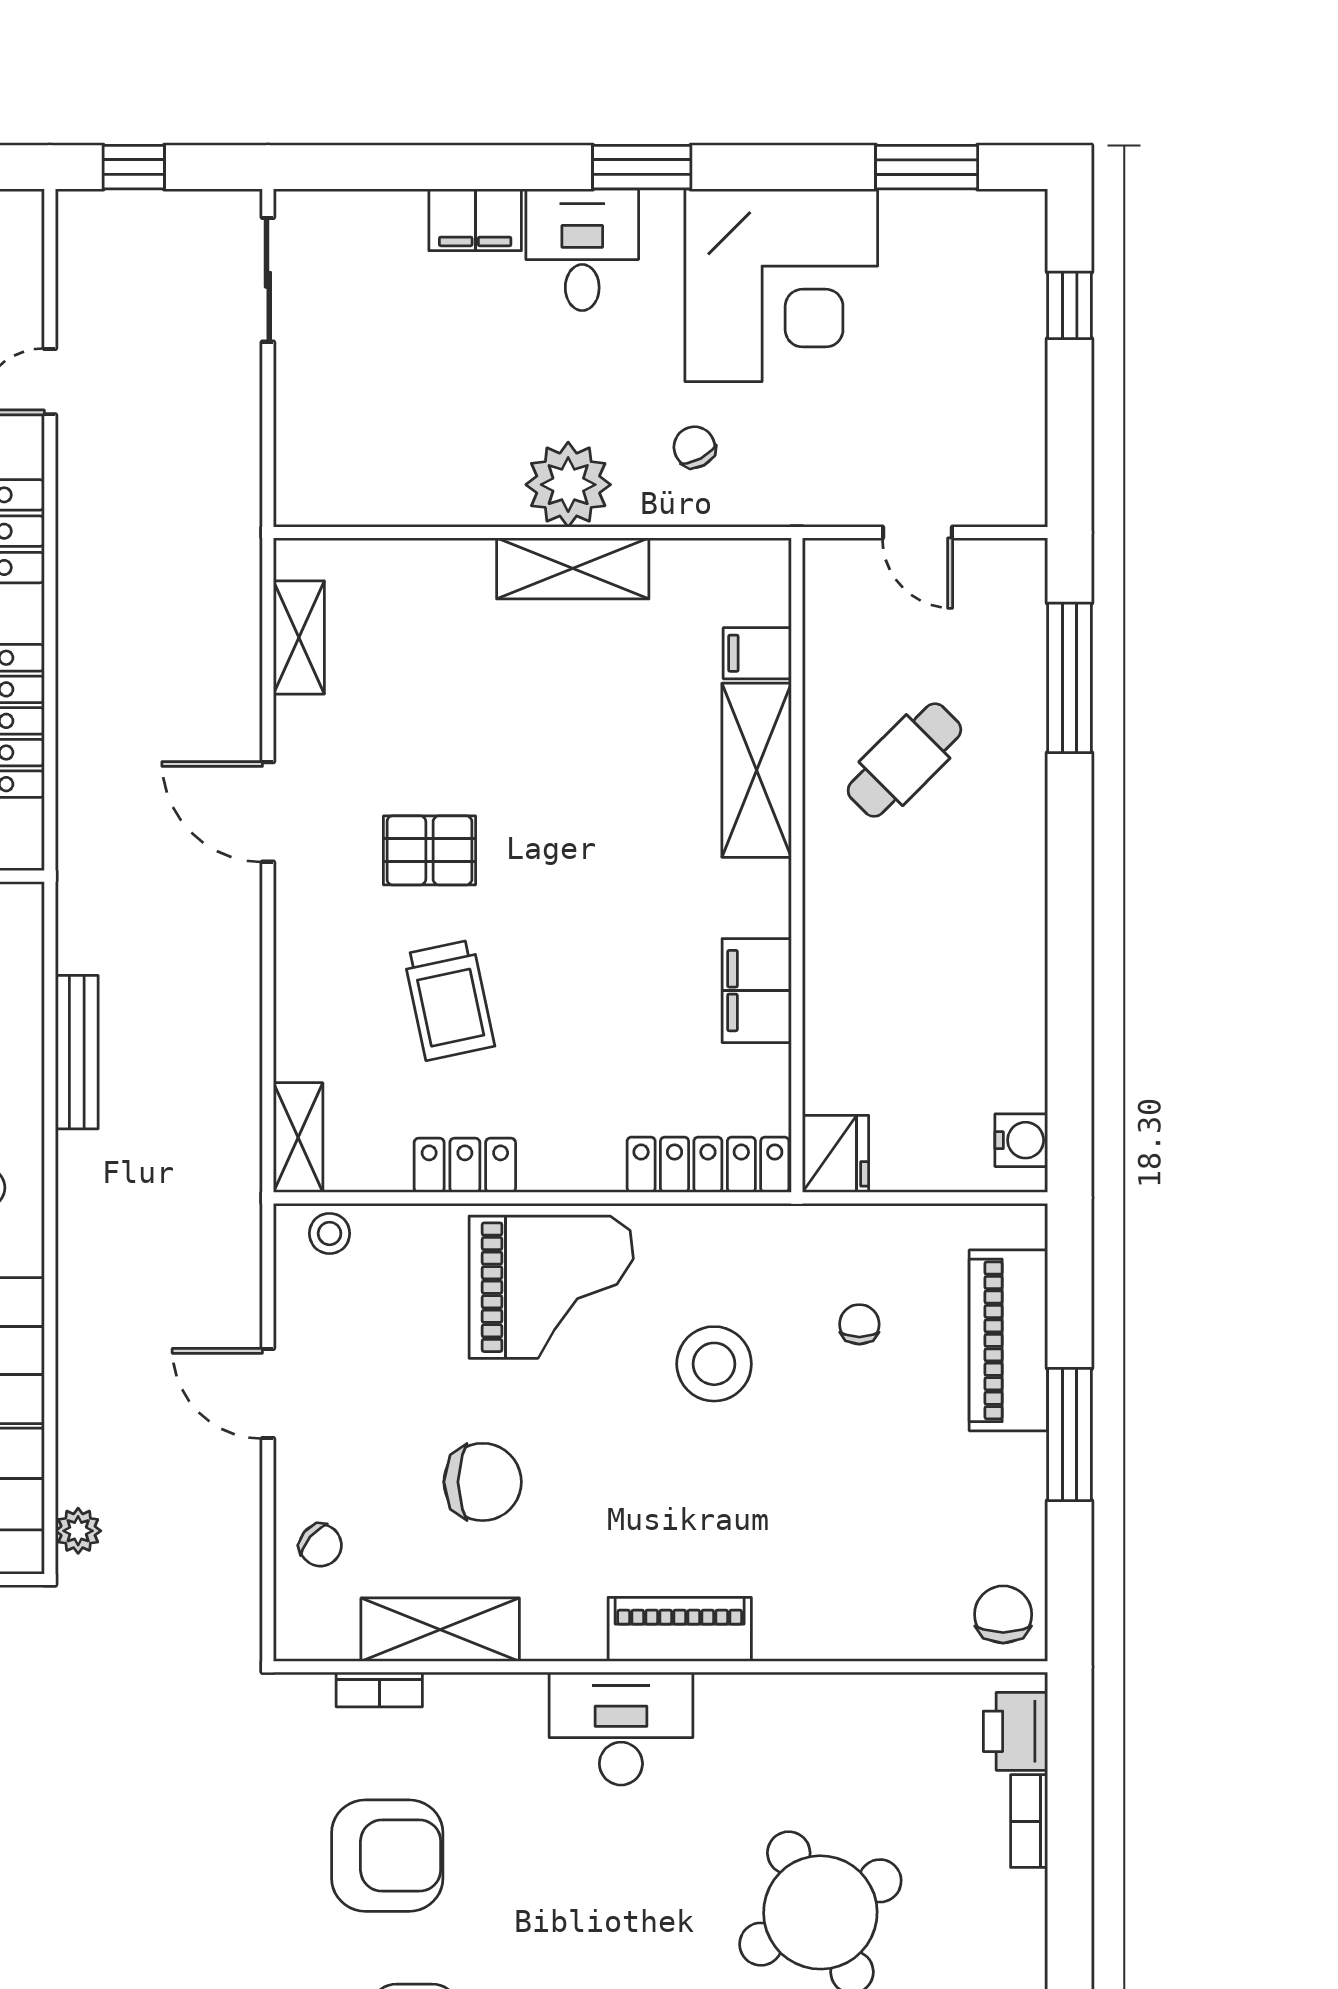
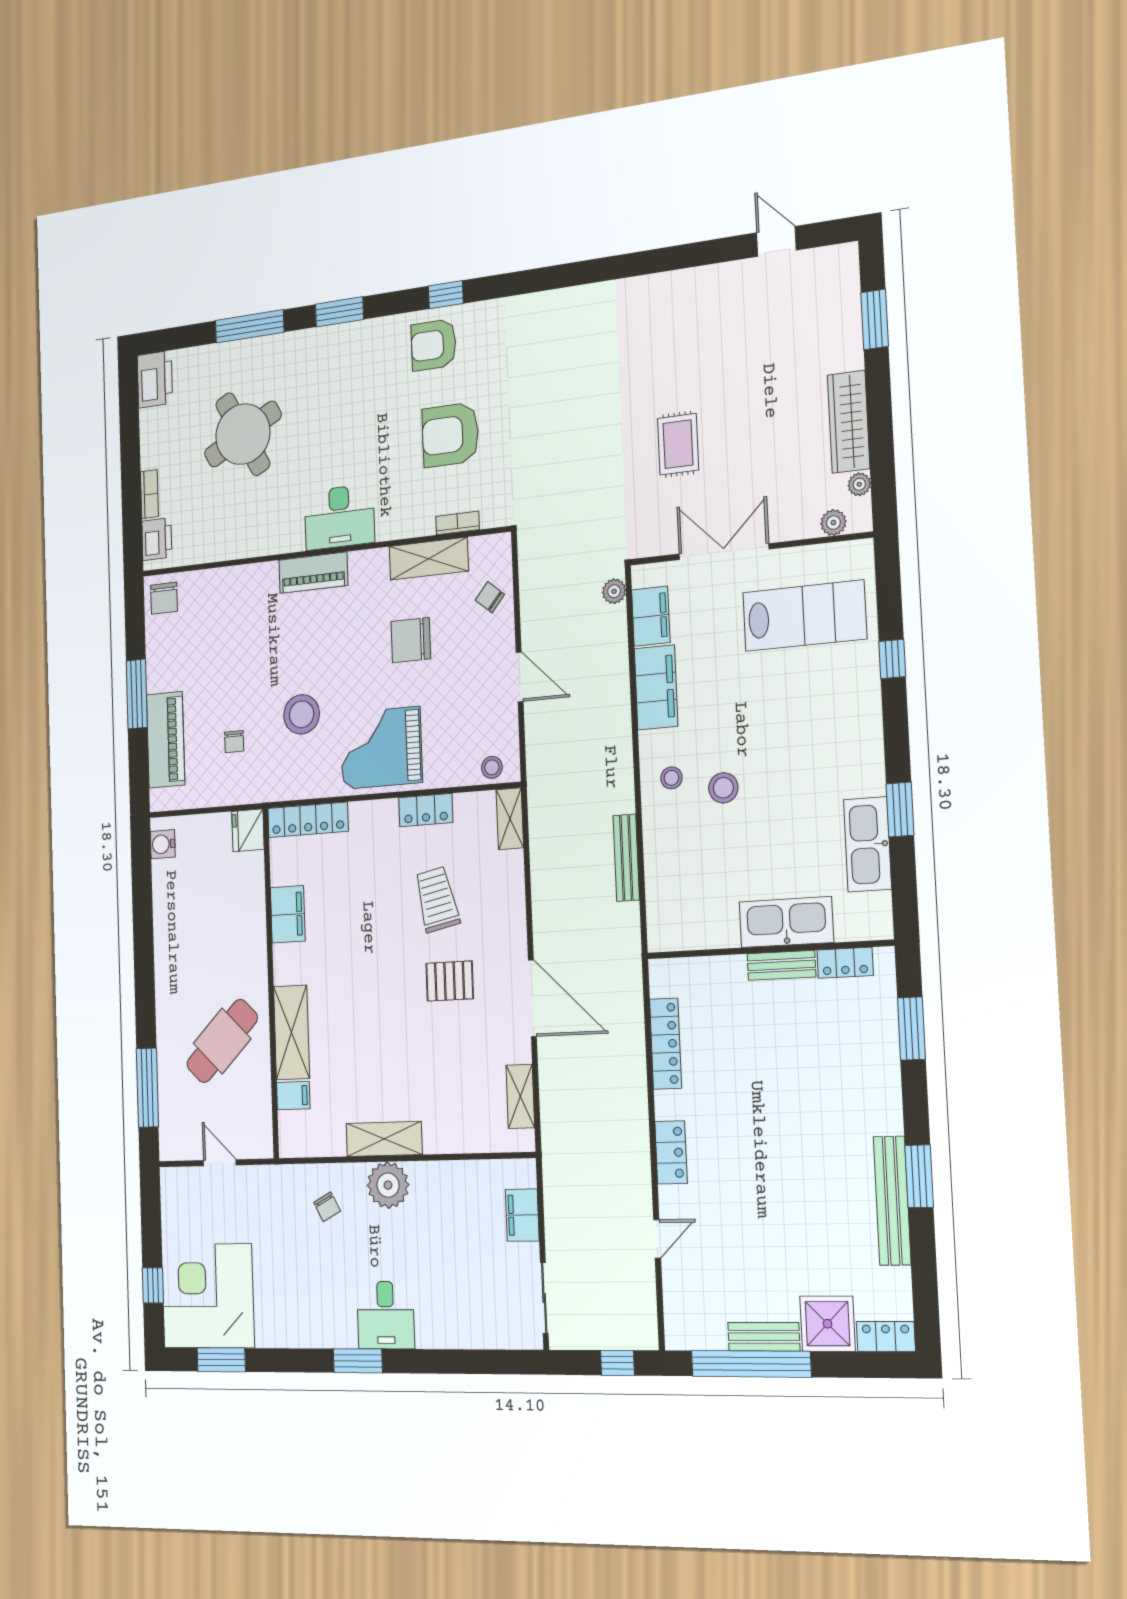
filing cabinet: (475, 220) -> (522, 1215), moved, turned -90
corner desk: (781, 285) -> (208, 1296), moved
cafe table: (904, 760) -> (222, 1041), width x1.37, depth x1.35
door: (268, 812) -> (532, 998), width x1.36

